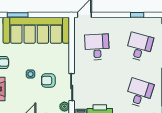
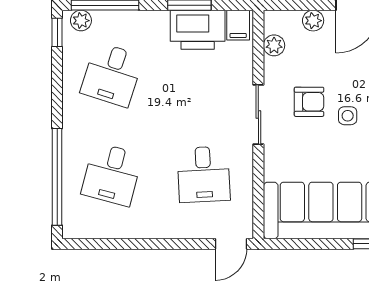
window: (137, 15) -> (117, 244), removed
sliding door: (72, 87) -> (258, 115), moved

